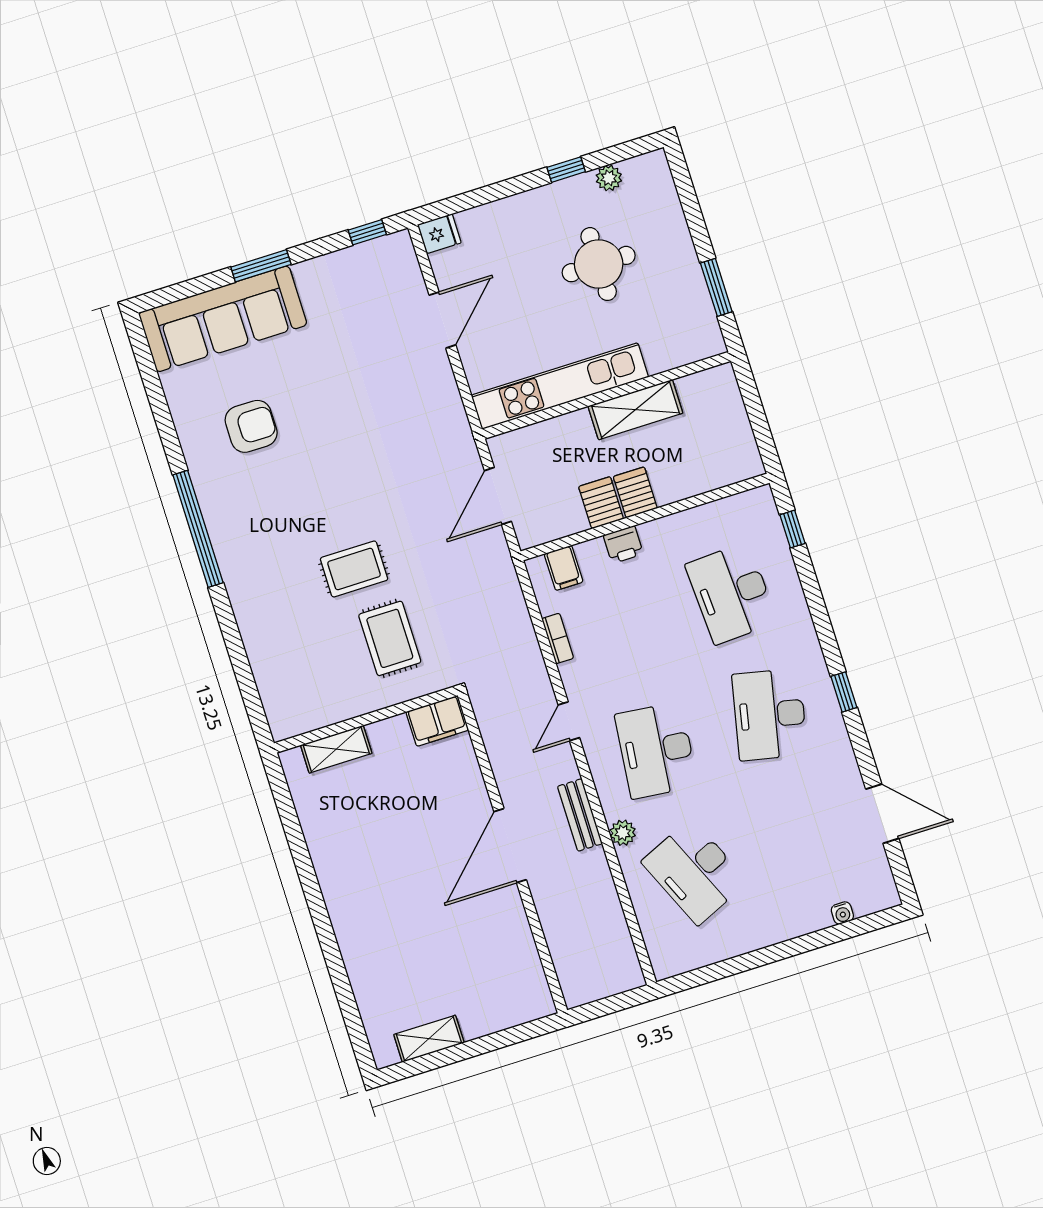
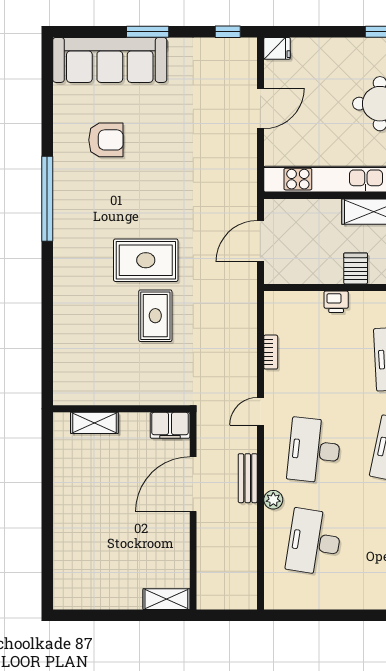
server rack: (601, 503) -> (330, 268), removed
filing cabinet: (564, 568) -> (290, 305), removed
rug: (354, 569) -> (146, 260), width x1.36, depth x1.43
wall: (366, 719) -> (121, 409), moved
filing cabinet: (437, 721) -> (170, 425), moved
shelving: (336, 749) -> (94, 423), moved
desk: (694, 872) -> (314, 542), turned 33
shelving: (429, 1039) -> (166, 599), moved

